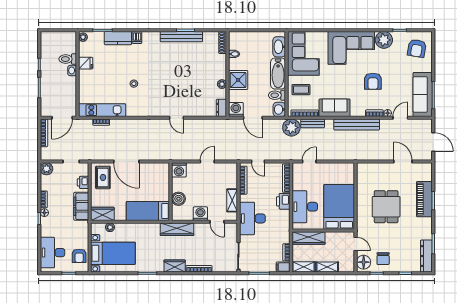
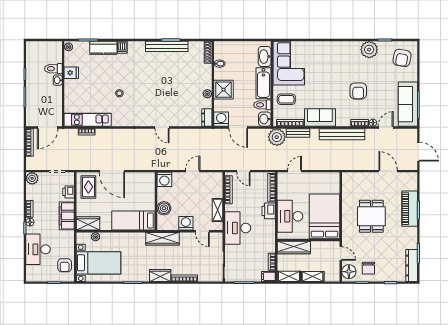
corner sofa: (351, 48) -> (337, 58), removed
desk: (52, 253) -> (38, 249), moved

